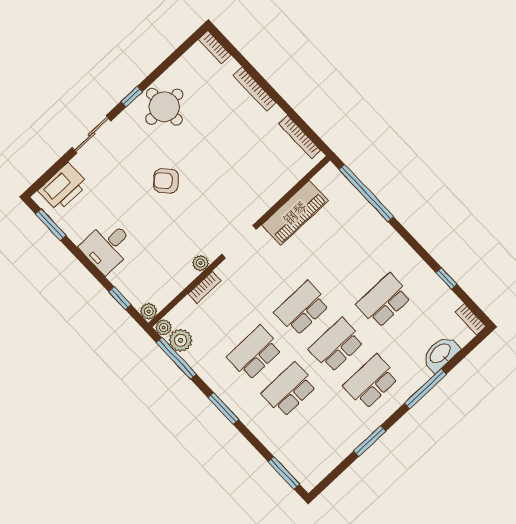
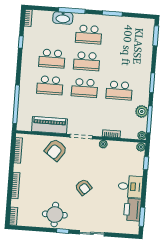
printer: (63, 187) -> (132, 210), moved, turned -90
armchair: (253, 190) -> (56, 150), added
plant: (181, 340) -> (142, 111), moved
washbasin: (441, 354) -> (63, 18), moved
school desk: (289, 390) -> (50, 85), moved

